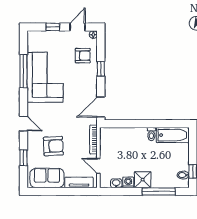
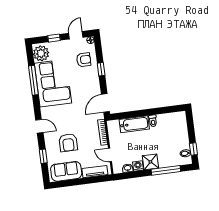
plant: (36, 42) -> (41, 53), added
bathtub: (173, 135) -> (134, 124), moved
armchair: (53, 146) -> (68, 143), turned 93

